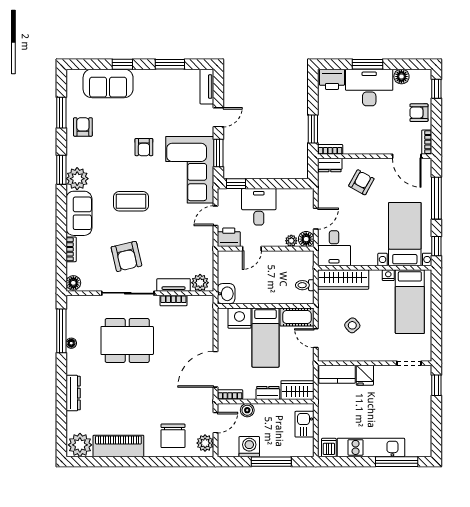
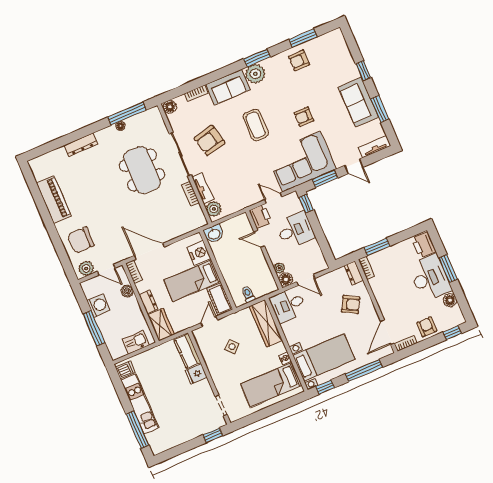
sofa: (108, 83) -> (358, 102), moved
armchair: (83, 127) -> (299, 61), turned 180
plant: (80, 445) -> (41, 168), removed

